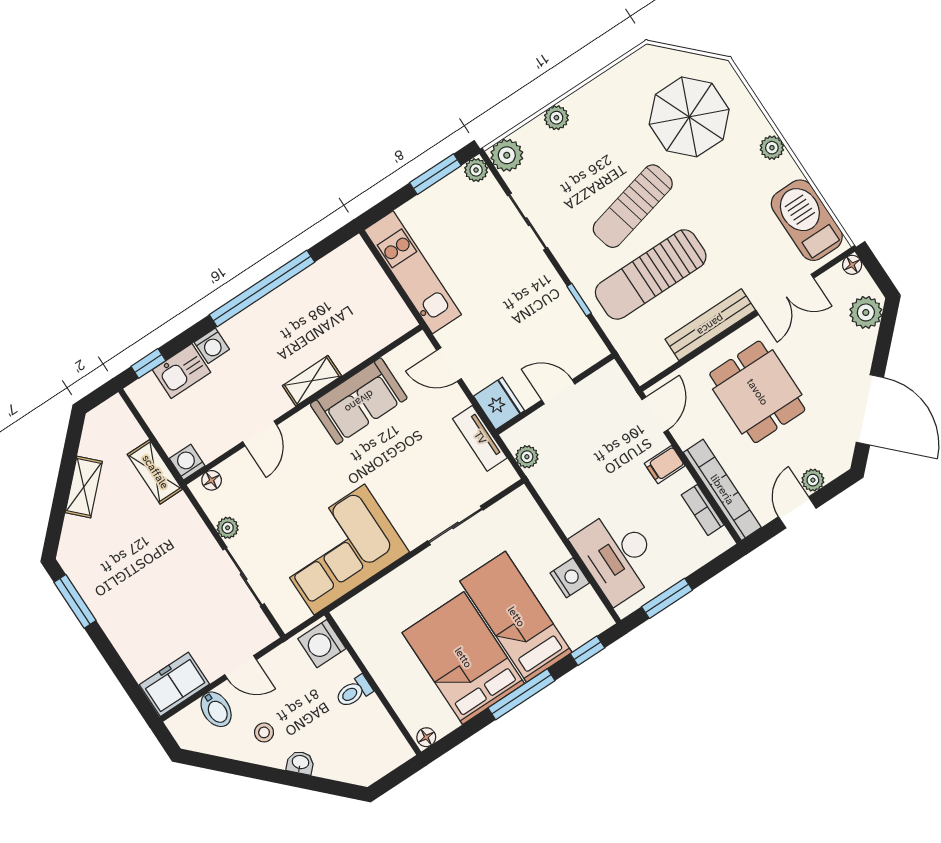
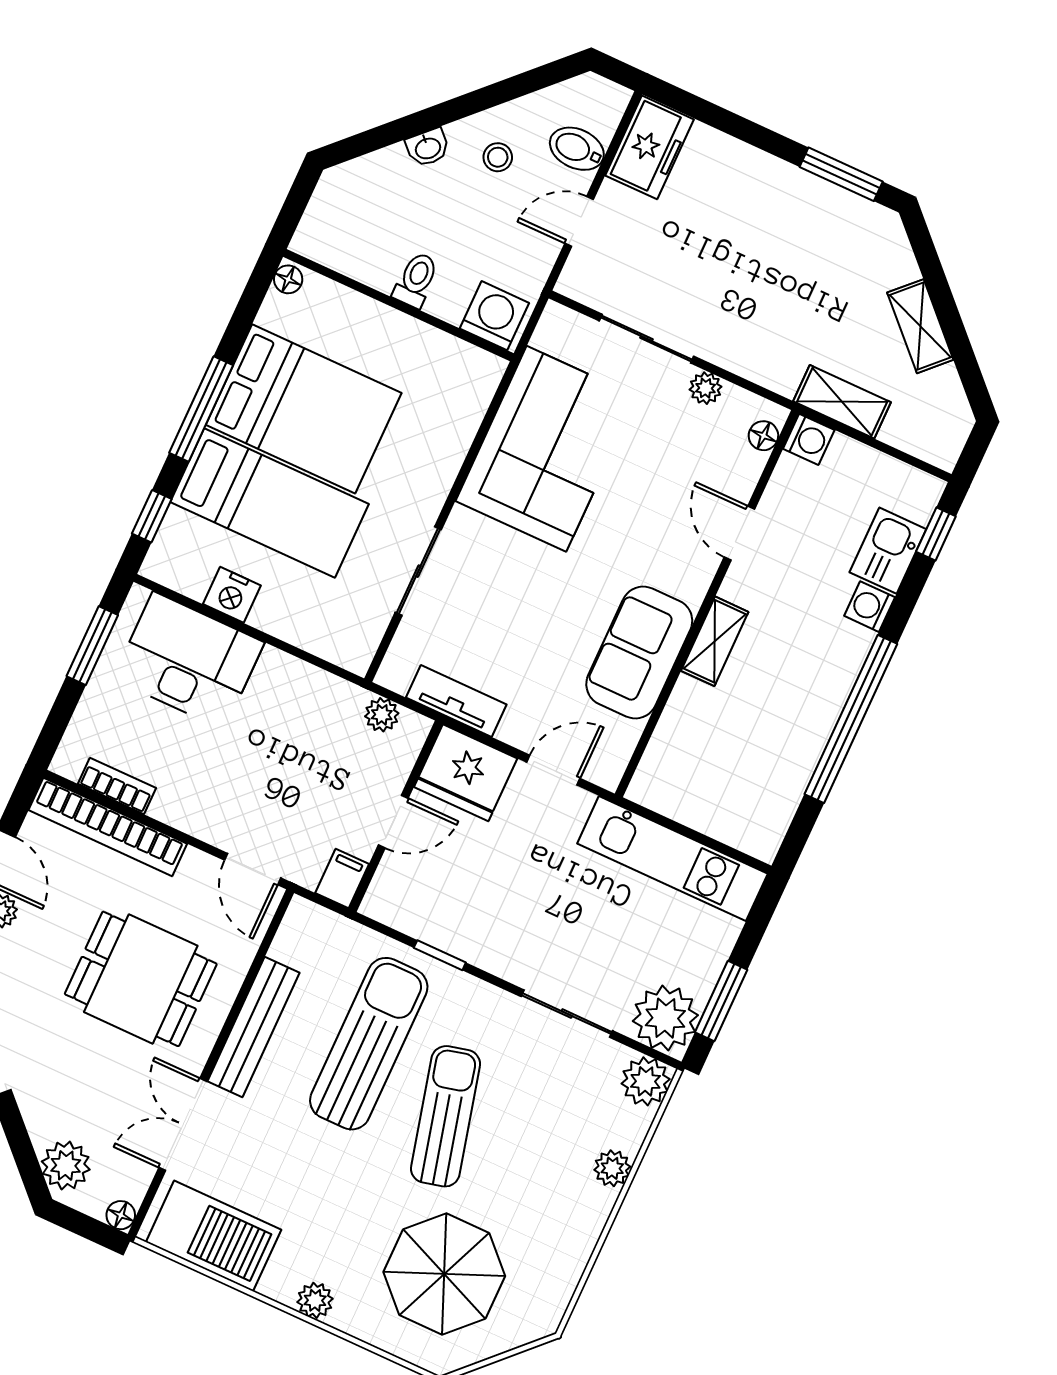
plant: (476, 170) -> (665, 1018), width x1.87, depth x1.87
fridge: (499, 403) -> (466, 773), width x1.36, depth x1.34
filing cabinet: (665, 465) -> (342, 879), moved

